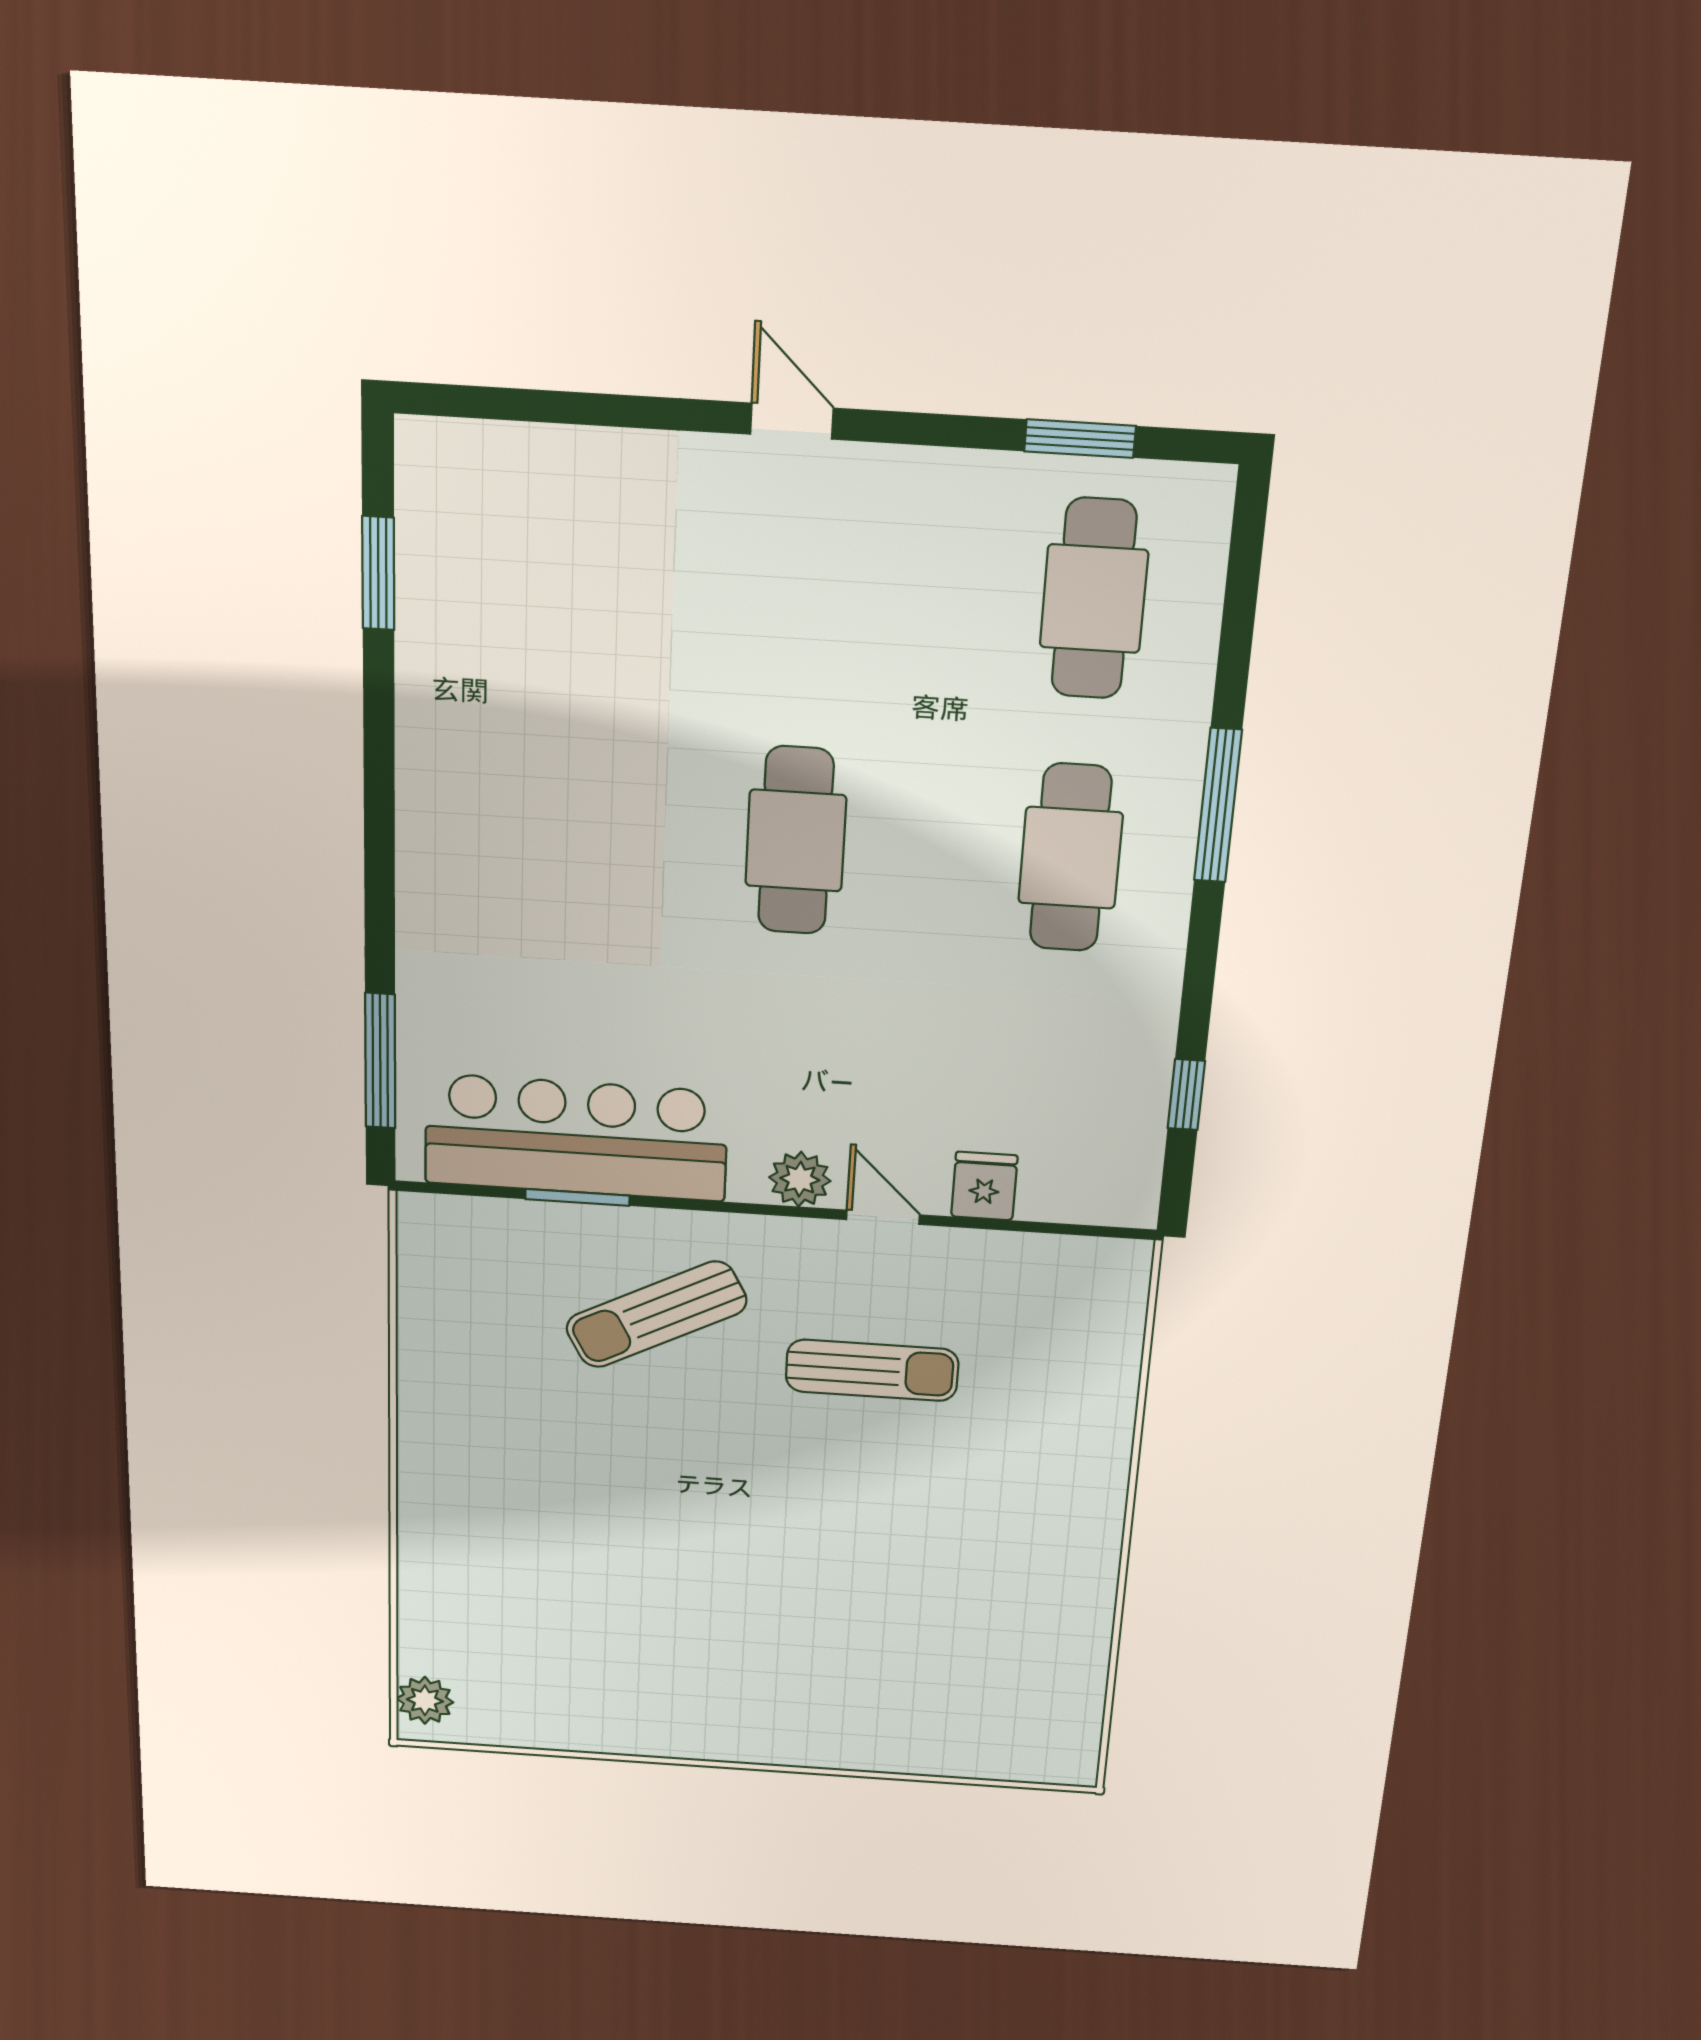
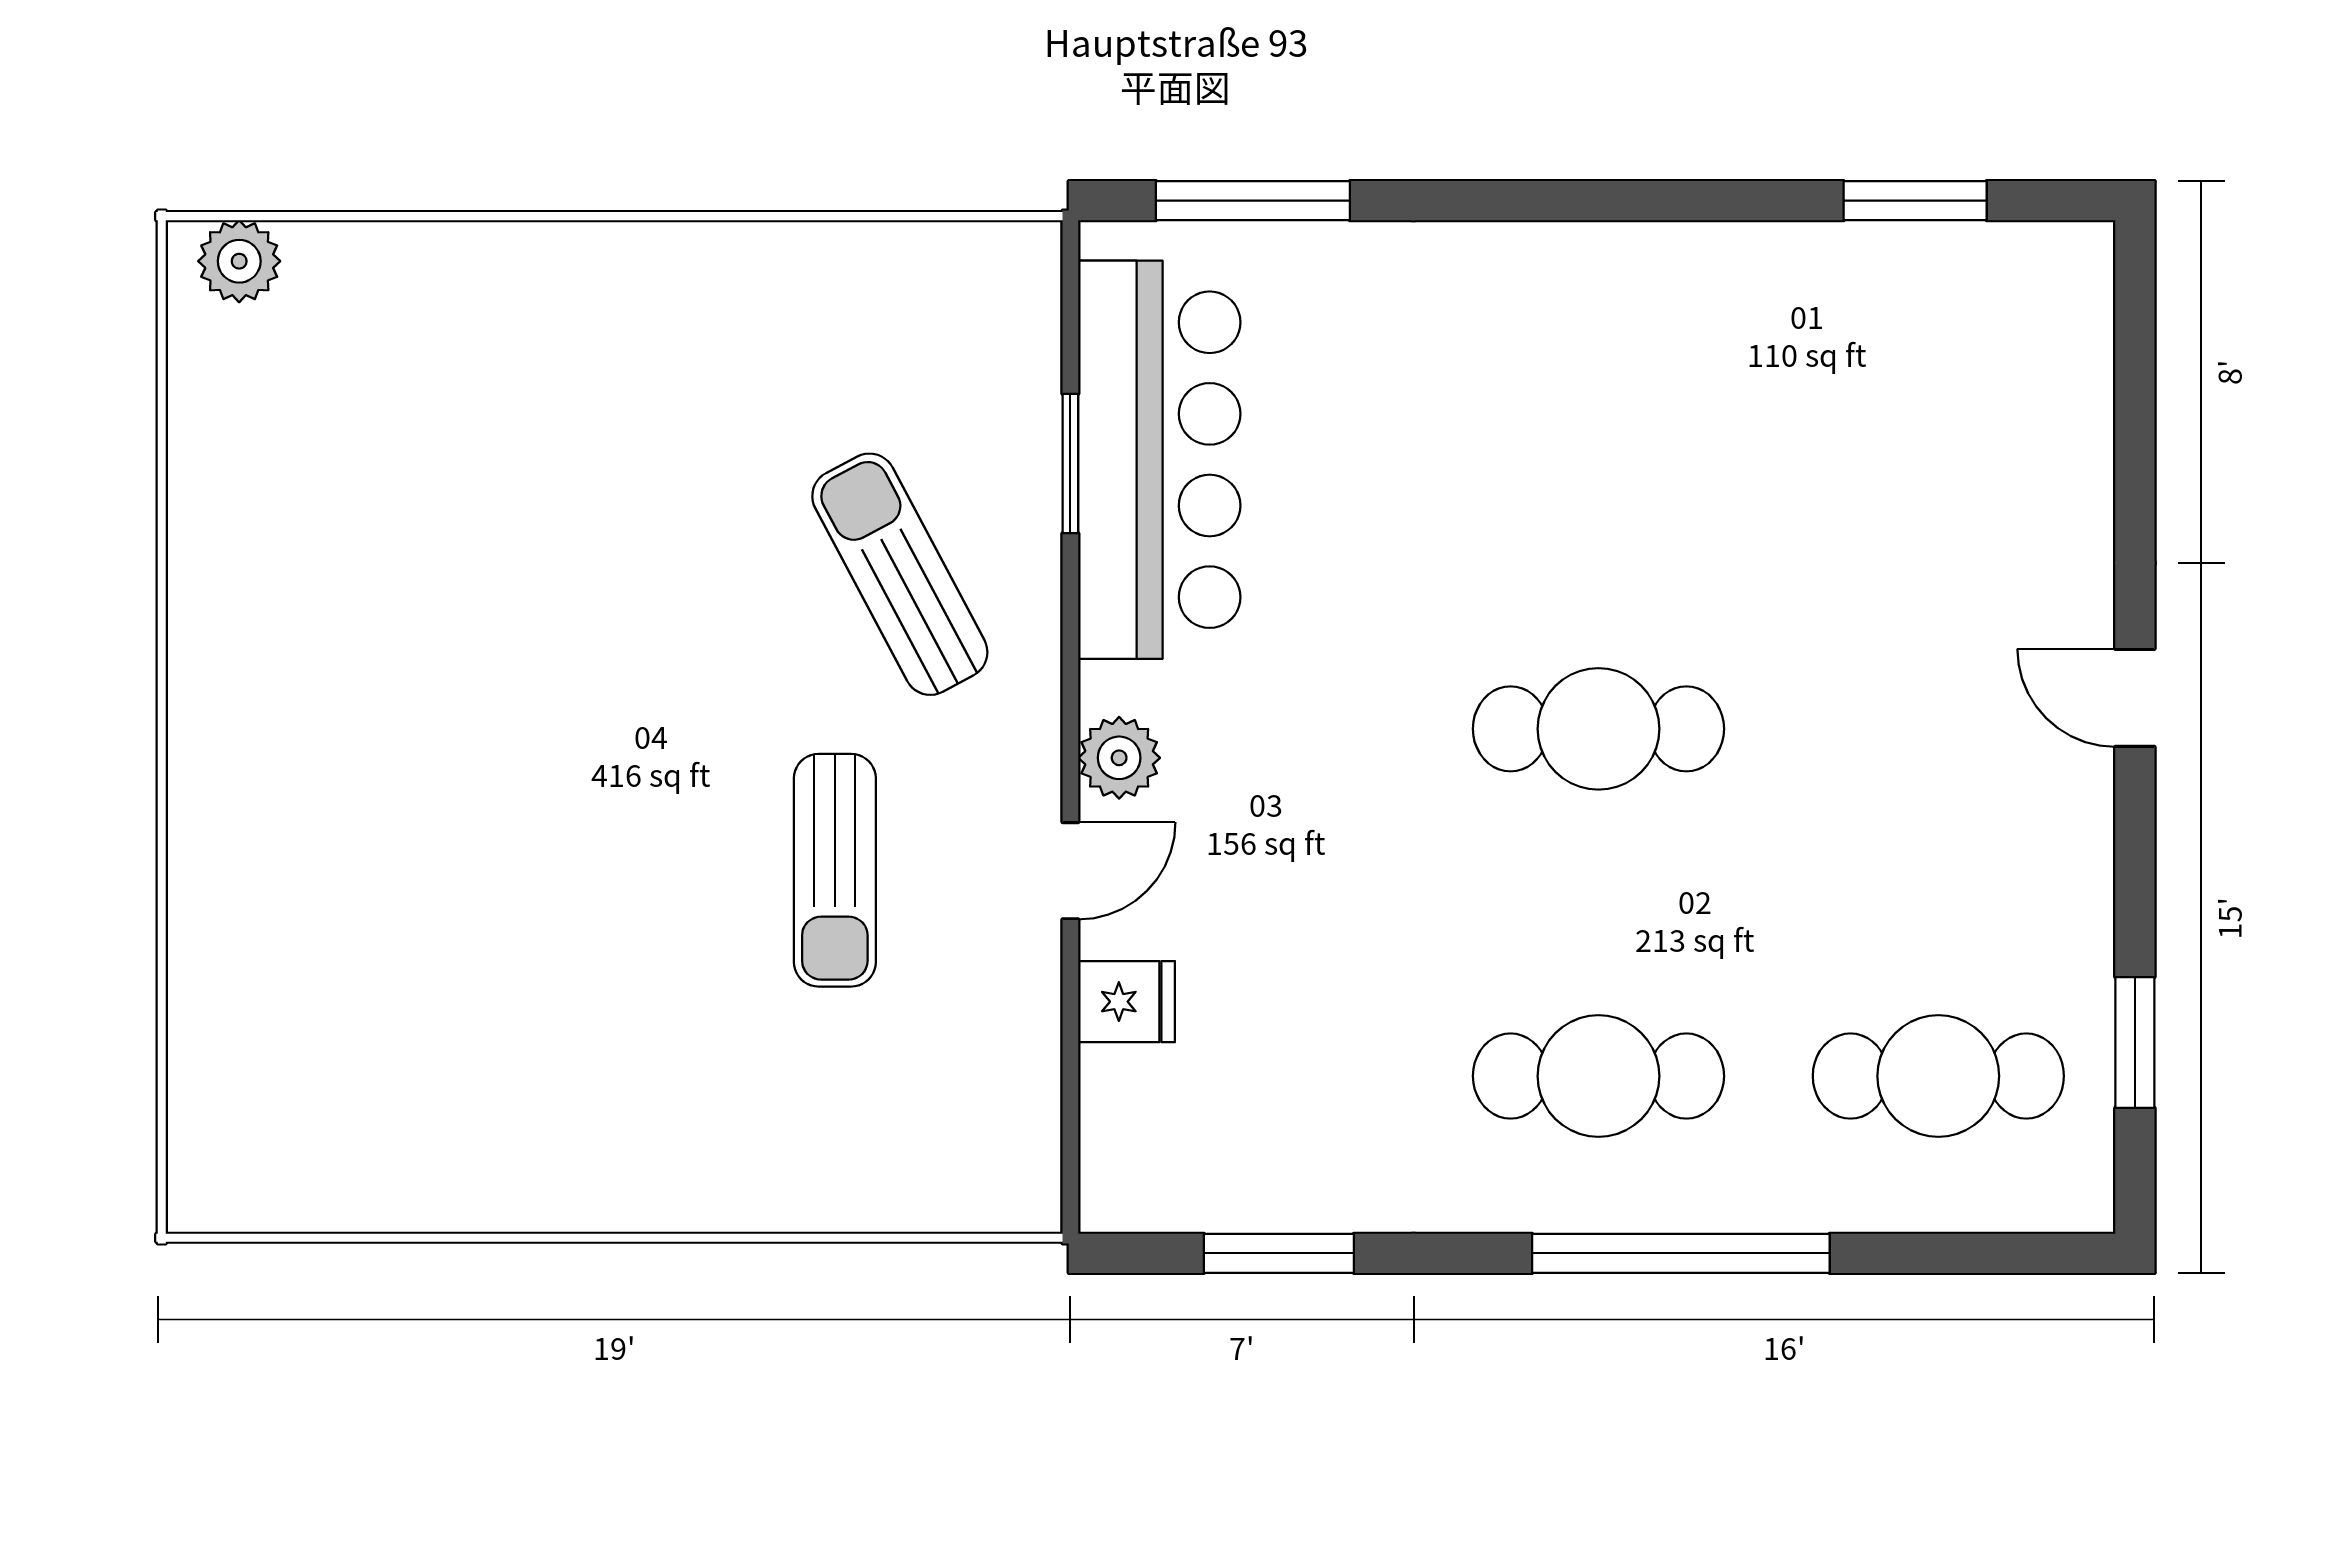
door: (792, 421) -> (2135, 698), swing flipped
window: (1218, 806) -> (1681, 1253), width x1.46
window: (1186, 1095) -> (1279, 1253), width x1.50

